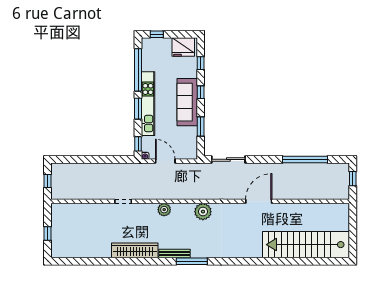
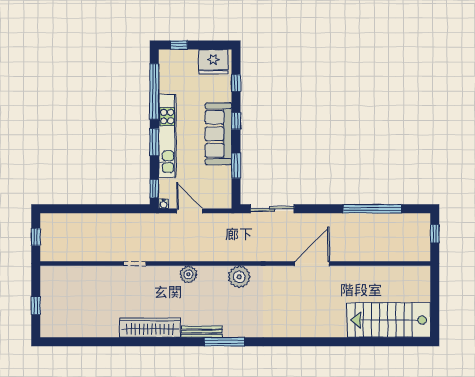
stairs: (306, 245) -> (389, 320), width x0.73

